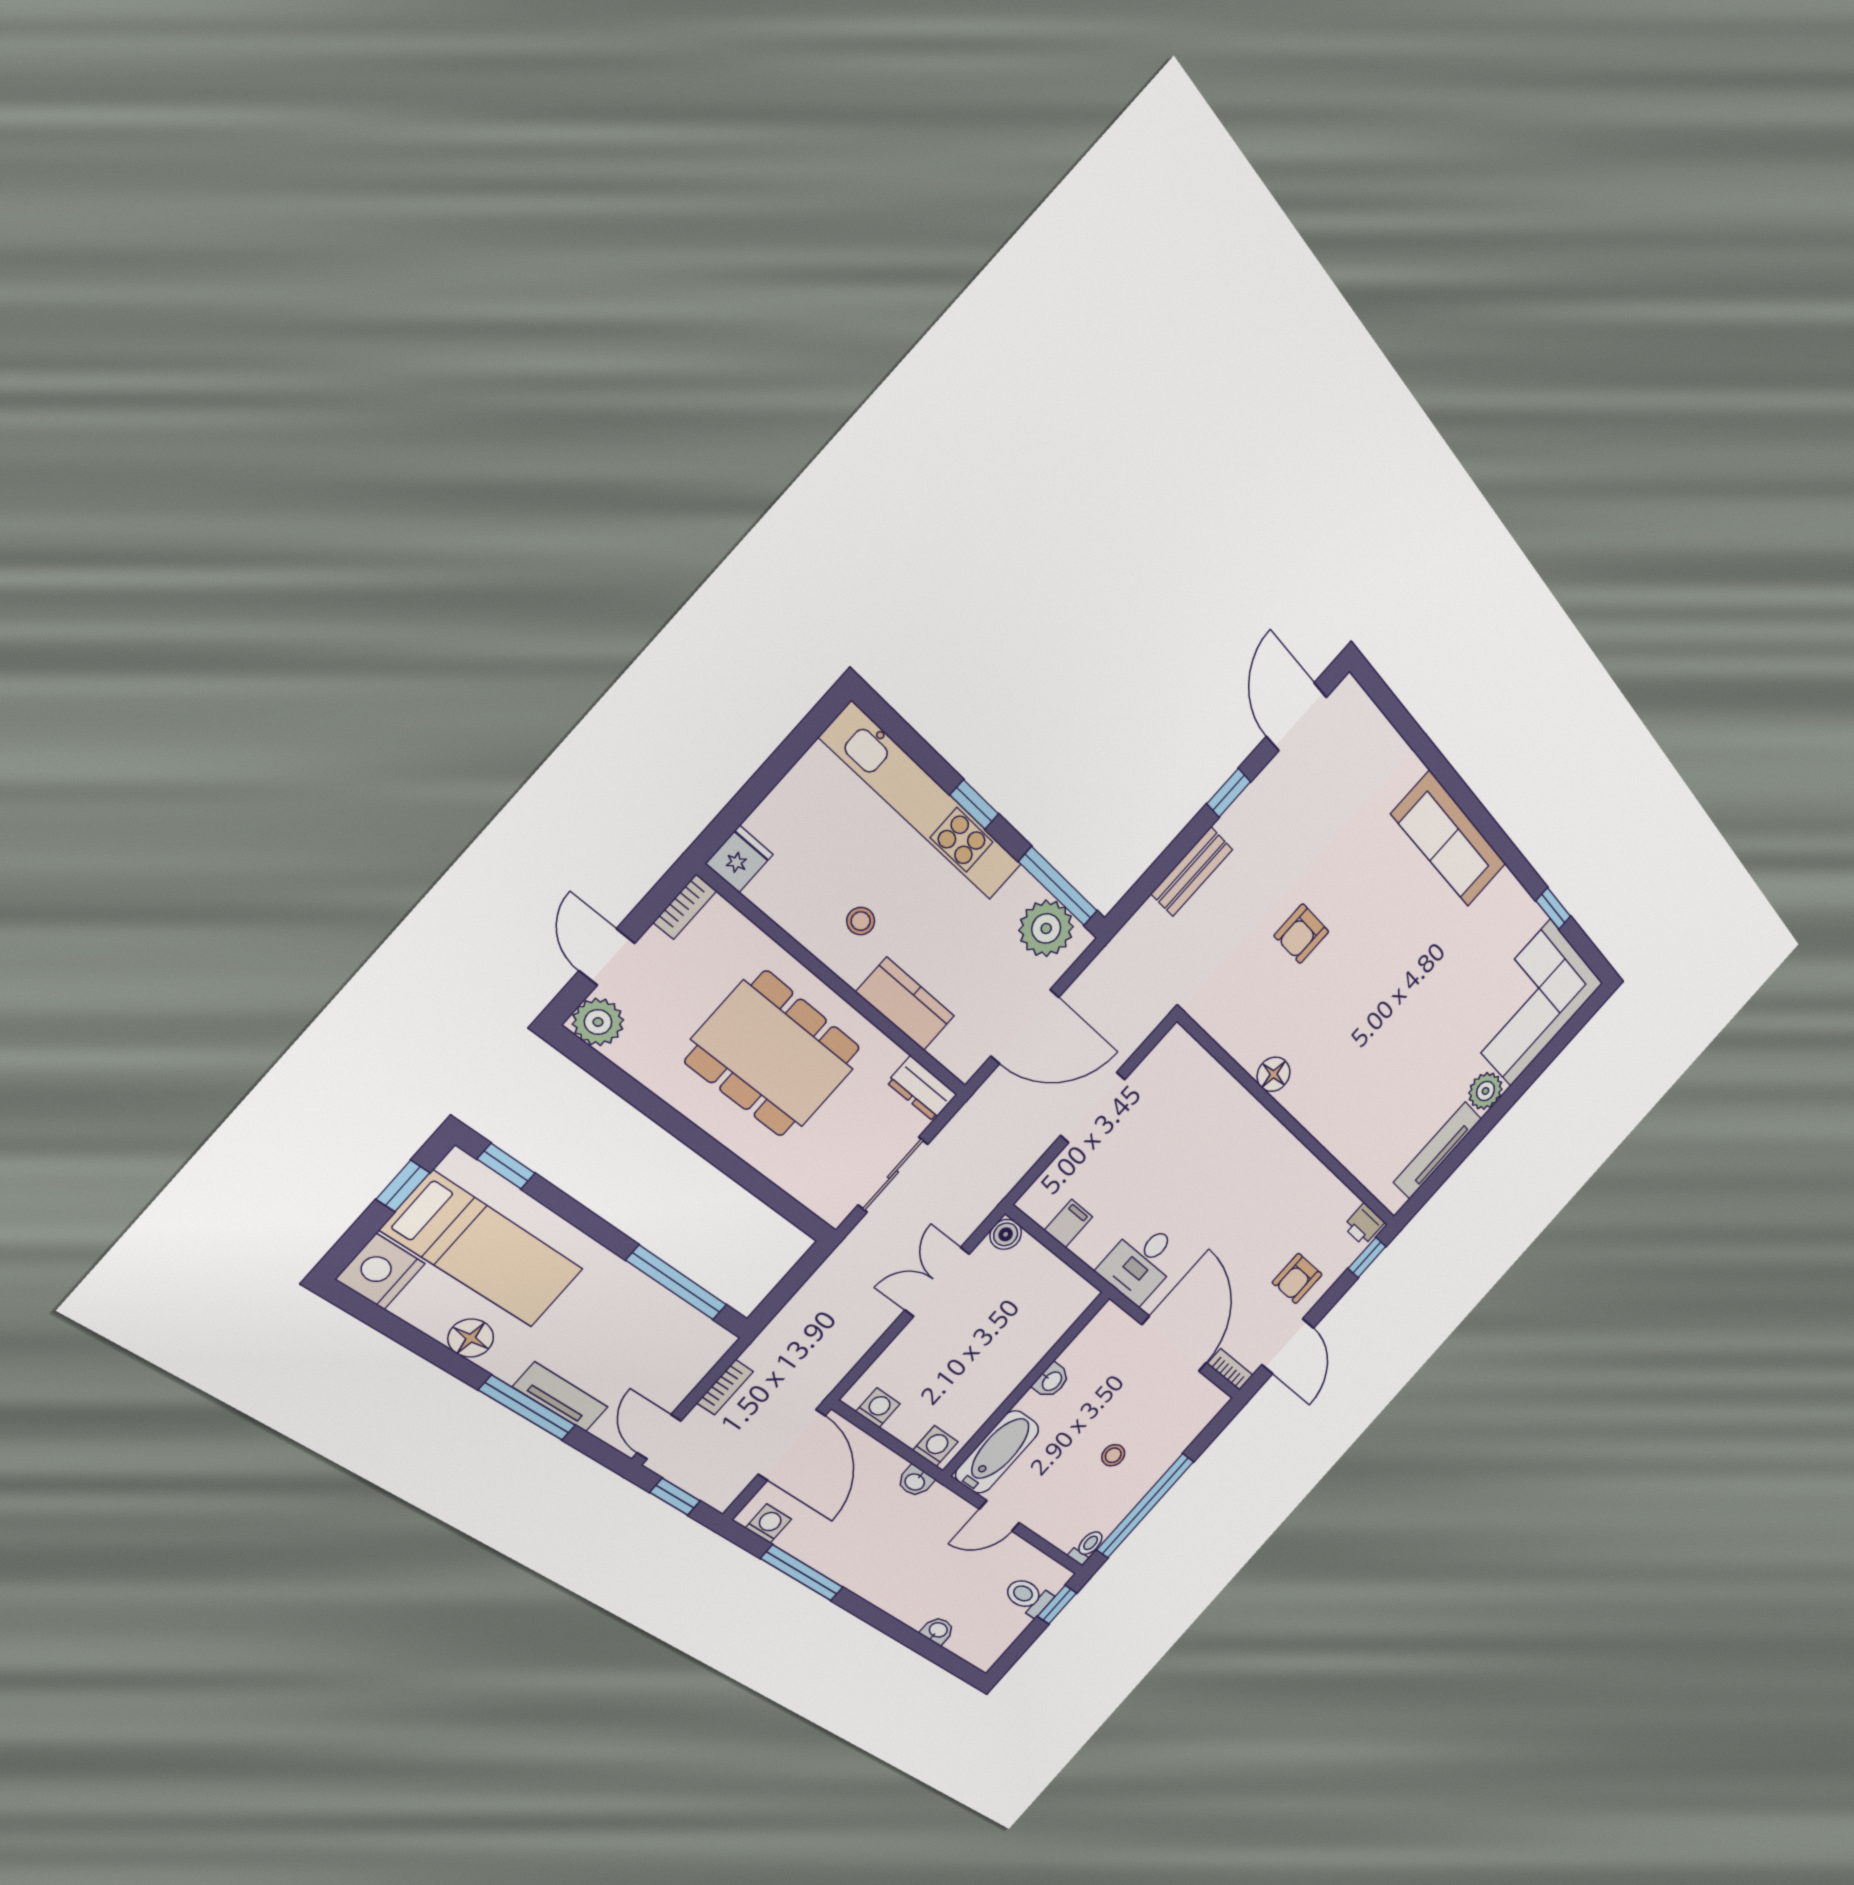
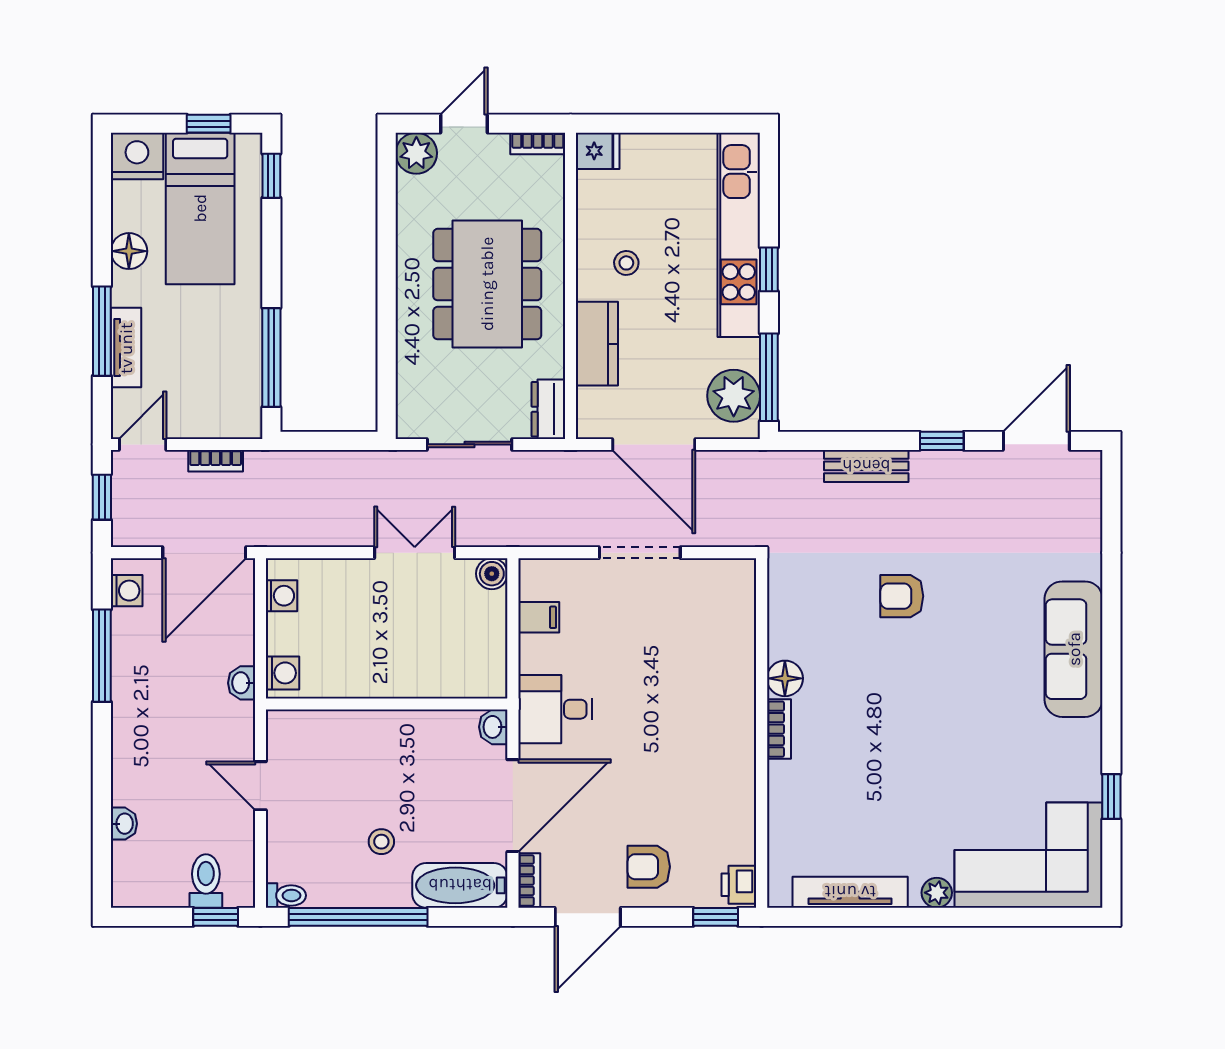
plant: (1485, 1091) -> (937, 893), width x0.73, depth x0.73
bookcase: (1300, 1109) -> (779, 729), added
washbasin: (1051, 1381) -> (493, 727), moved, turned 90
bathtub: (997, 1452) -> (460, 885), moved, turned 180

